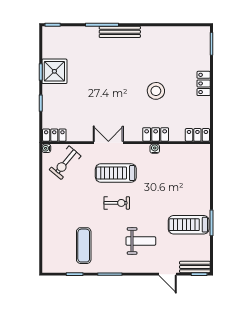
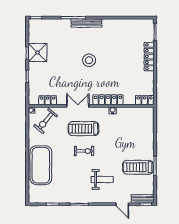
locker: (204, 83) -> (149, 57), width x1.53
stool: (156, 91) -> (89, 60), moved
locker: (156, 134) -> (108, 100), width x1.53
locker: (54, 135) -> (48, 100), moved
exercise mat: (84, 246) -> (41, 165), moved, width x2.00, depth x1.45

